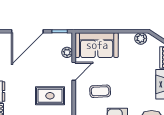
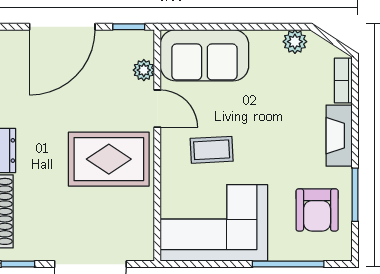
door: (74, 71) -> (157, 109), hinge flipped
rug: (50, 96) -> (109, 159), width x1.36, depth x1.43

